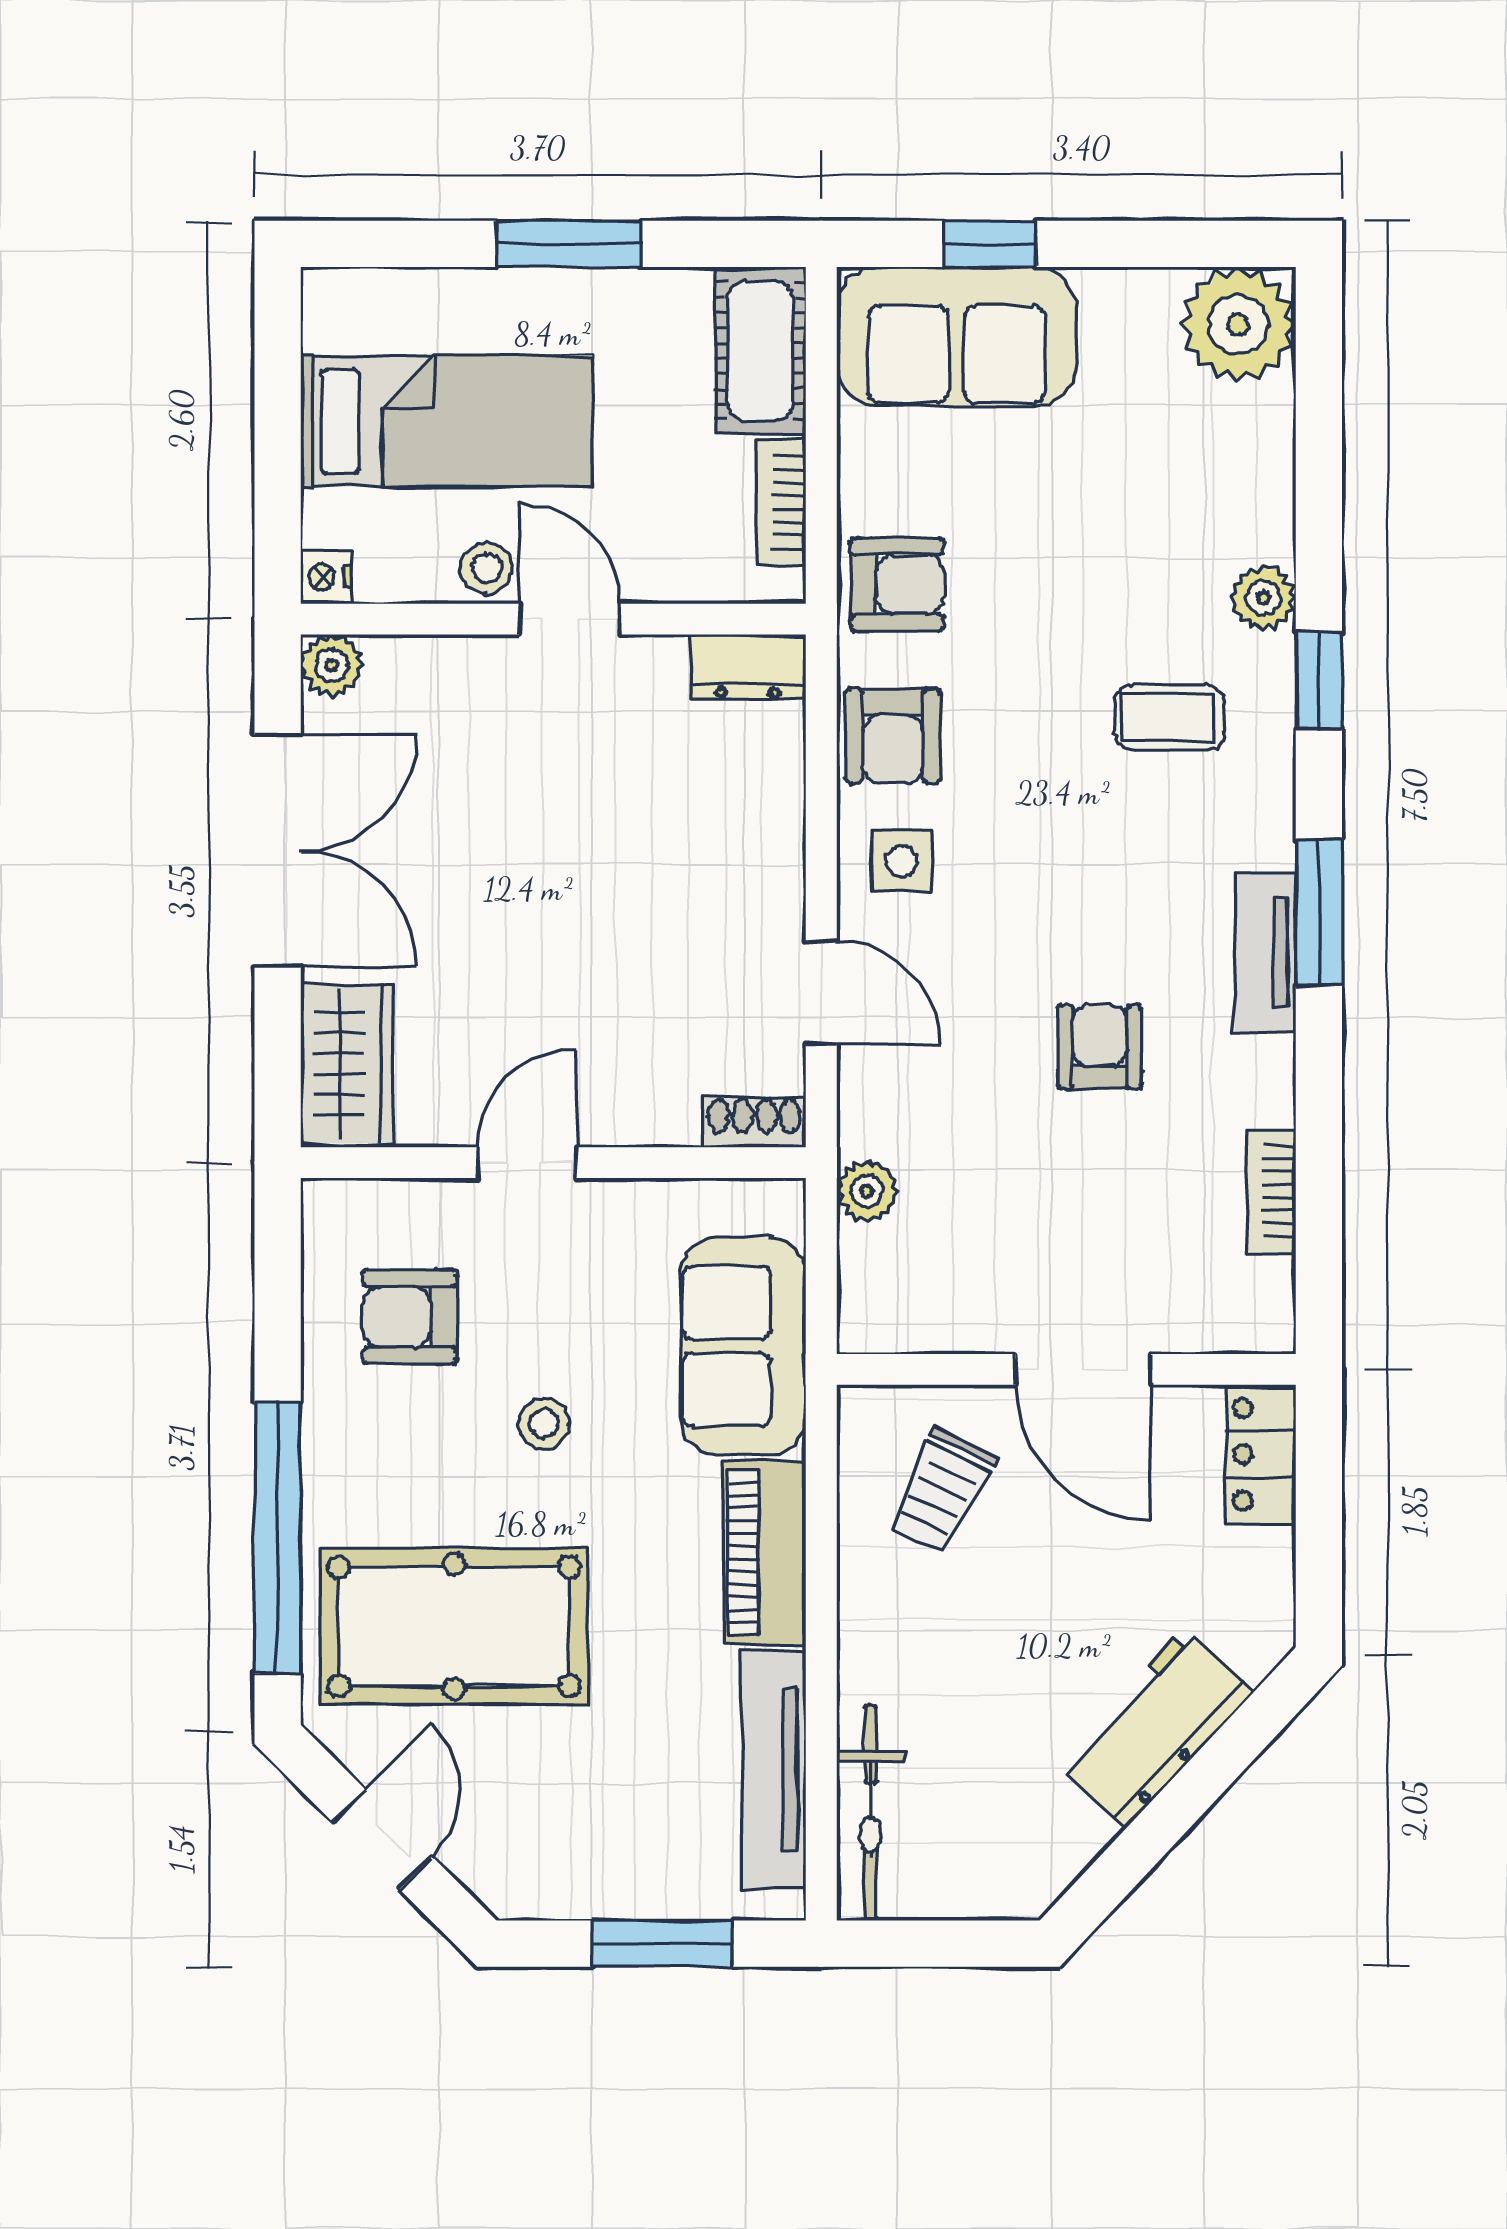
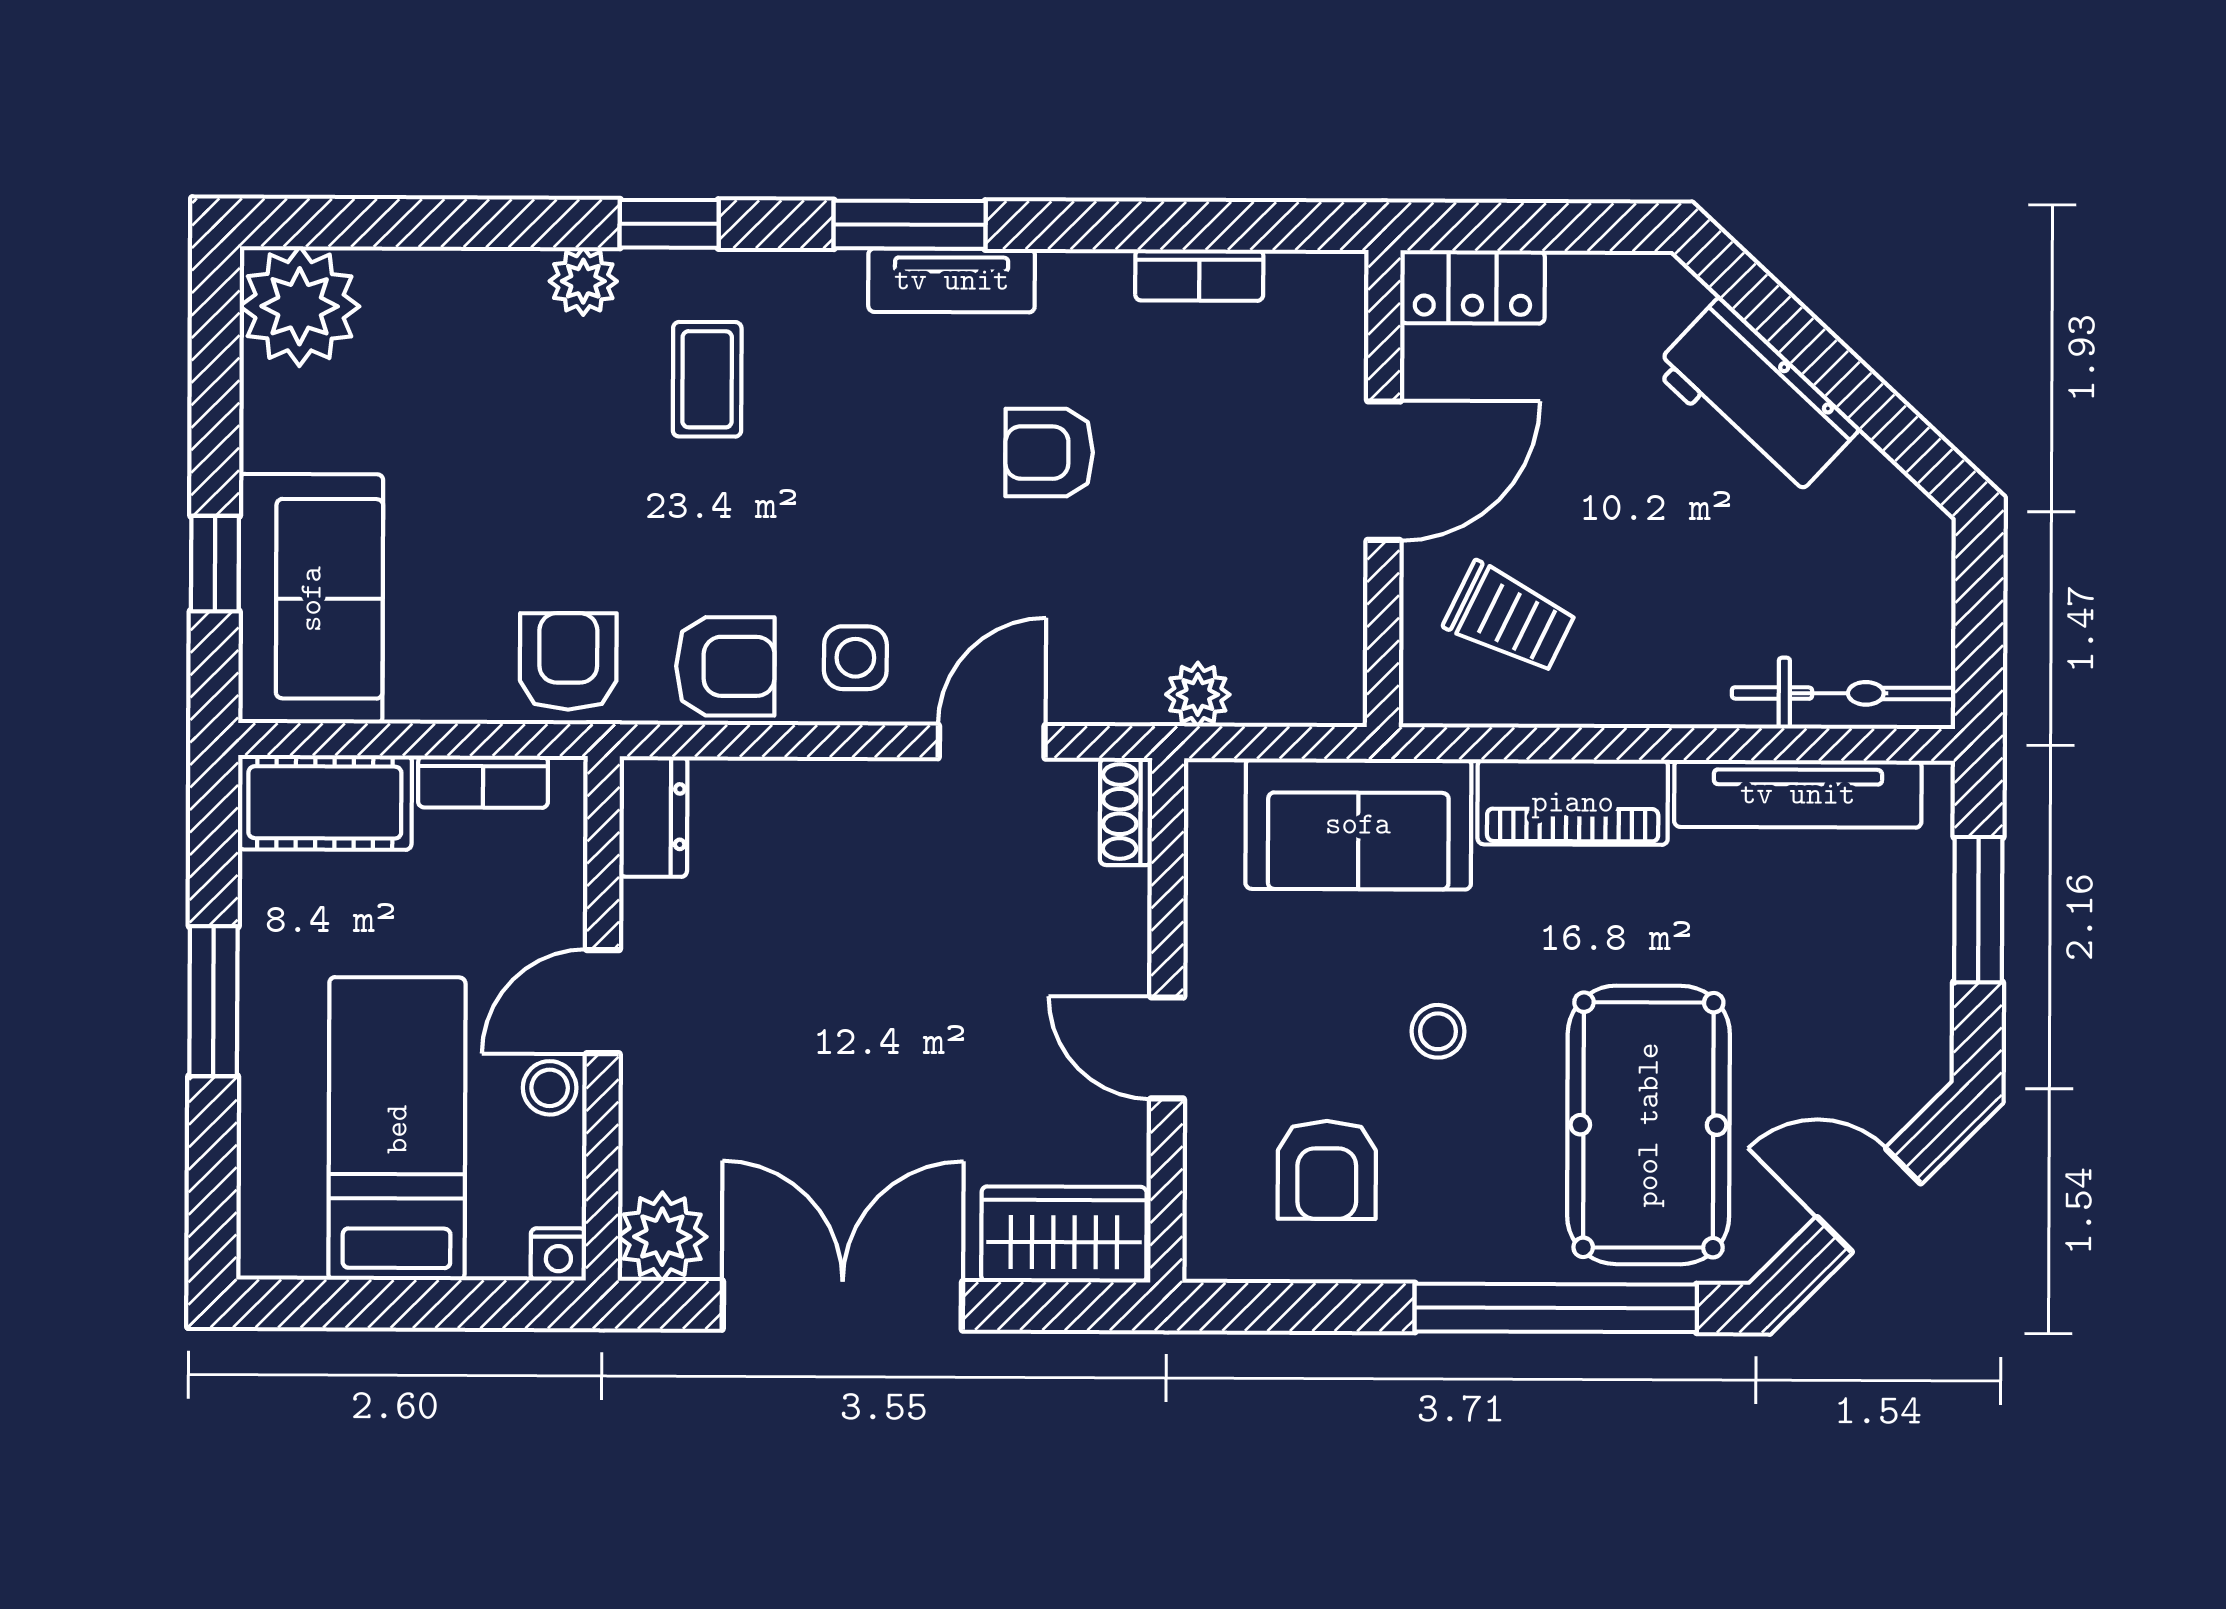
plant: (332, 665) -> (662, 1237), width x1.38, depth x1.38

